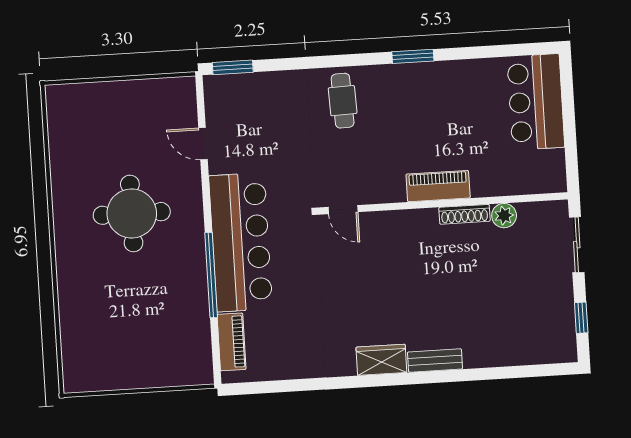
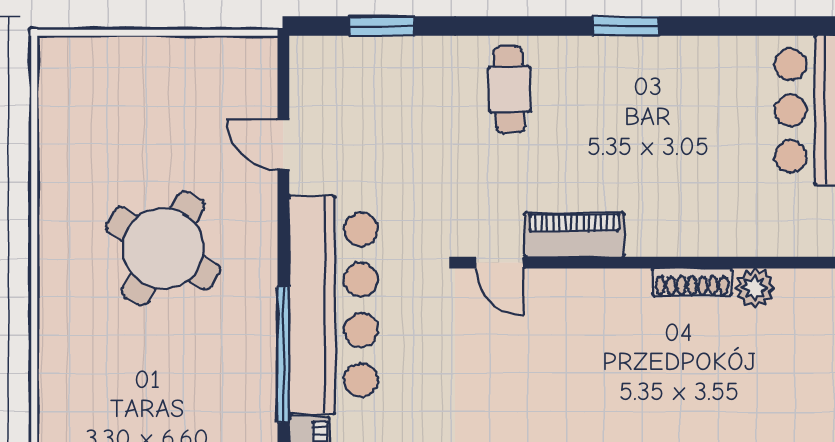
window: (233, 67) -> (382, 26), moved
piano: (438, 186) -> (574, 235), moved
round table: (132, 213) -> (163, 248), turned 31

